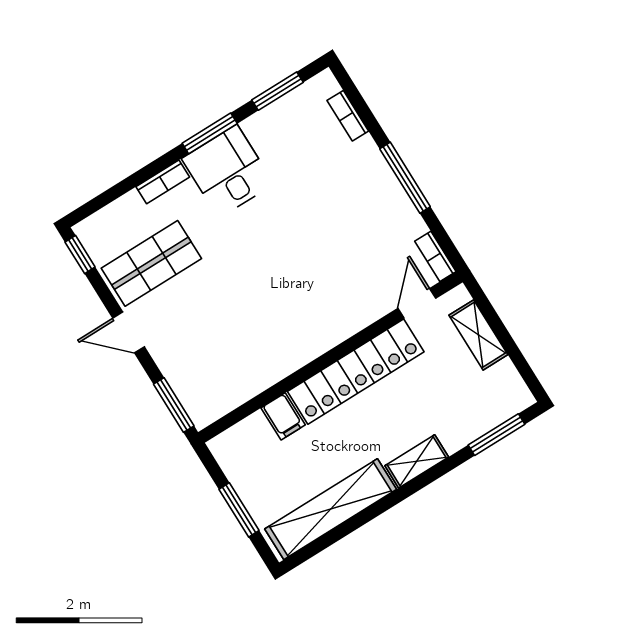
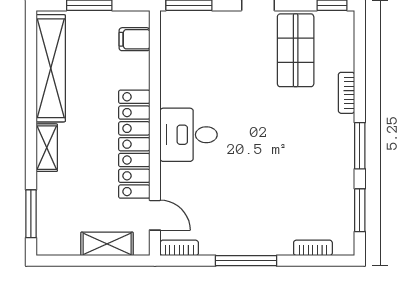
desk: (228, 171) -> (189, 135), moved, turned 180
filing cabinet: (283, 416) -> (135, 39), moved

